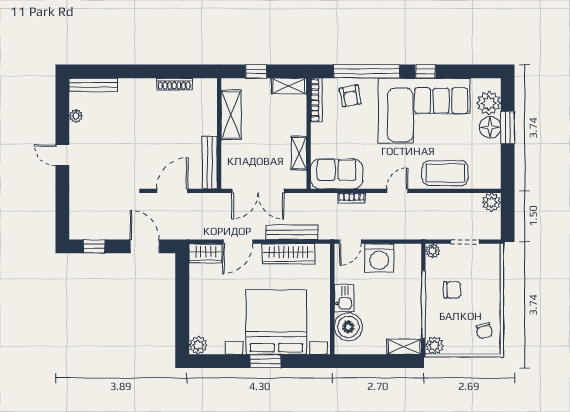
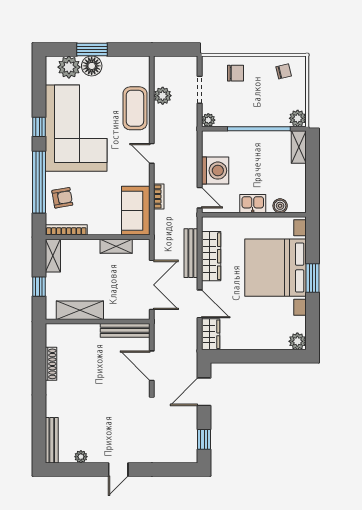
plant: (491, 202) -> (163, 96), moved
chair: (452, 290) -> (235, 73), moved, turned 90
boiler: (348, 327) -> (280, 206), width x0.54, depth x0.54

